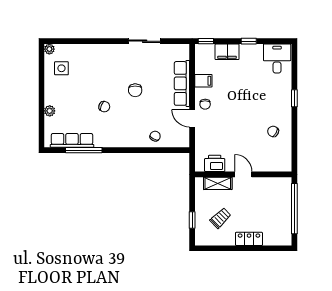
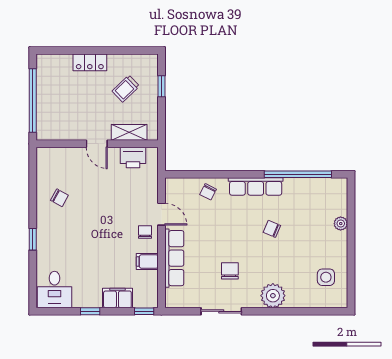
plant: (49, 49) -> (273, 296), moved, width x1.88, depth x1.88
chair: (135, 90) -> (230, 271), moved
row of seats: (72, 140) -> (256, 186), moved
window: (84, 150) -> (298, 174), width x1.46

